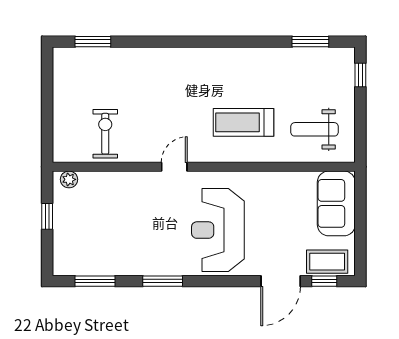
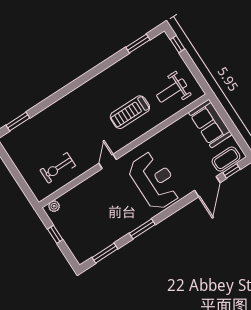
exercise bike: (105, 134) -> (58, 168), turned -90
reception desk: (218, 230) -> (154, 181), turned 180

